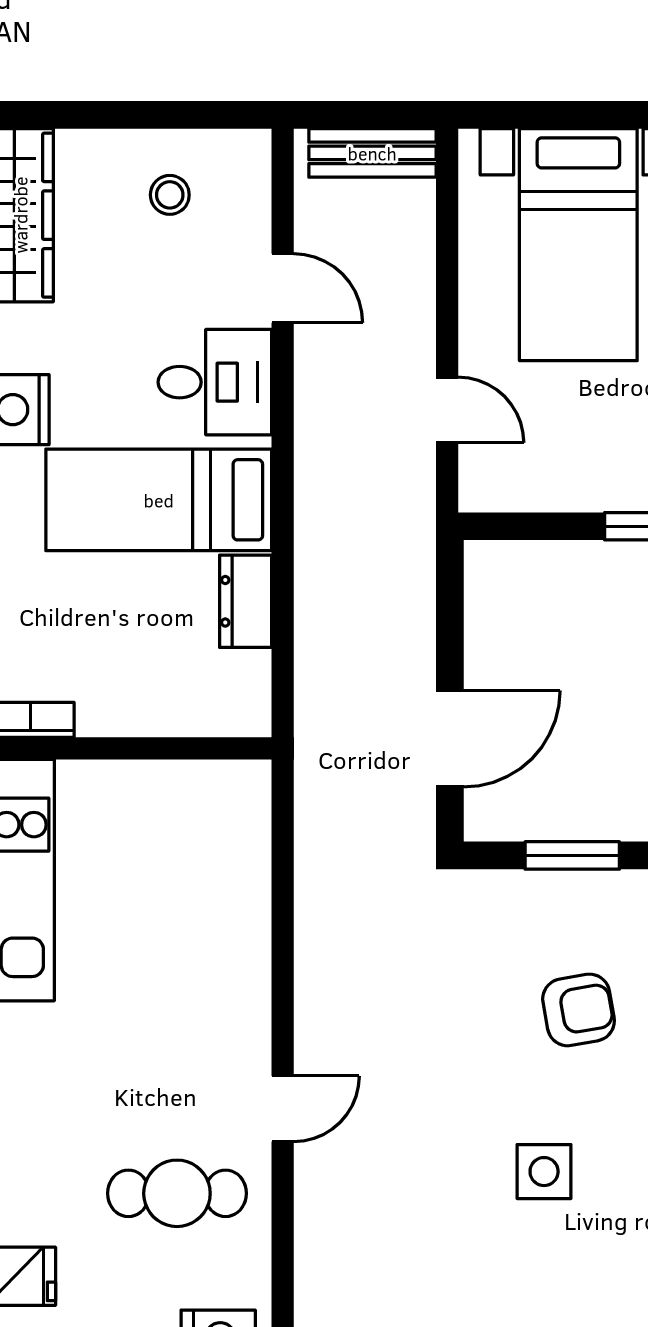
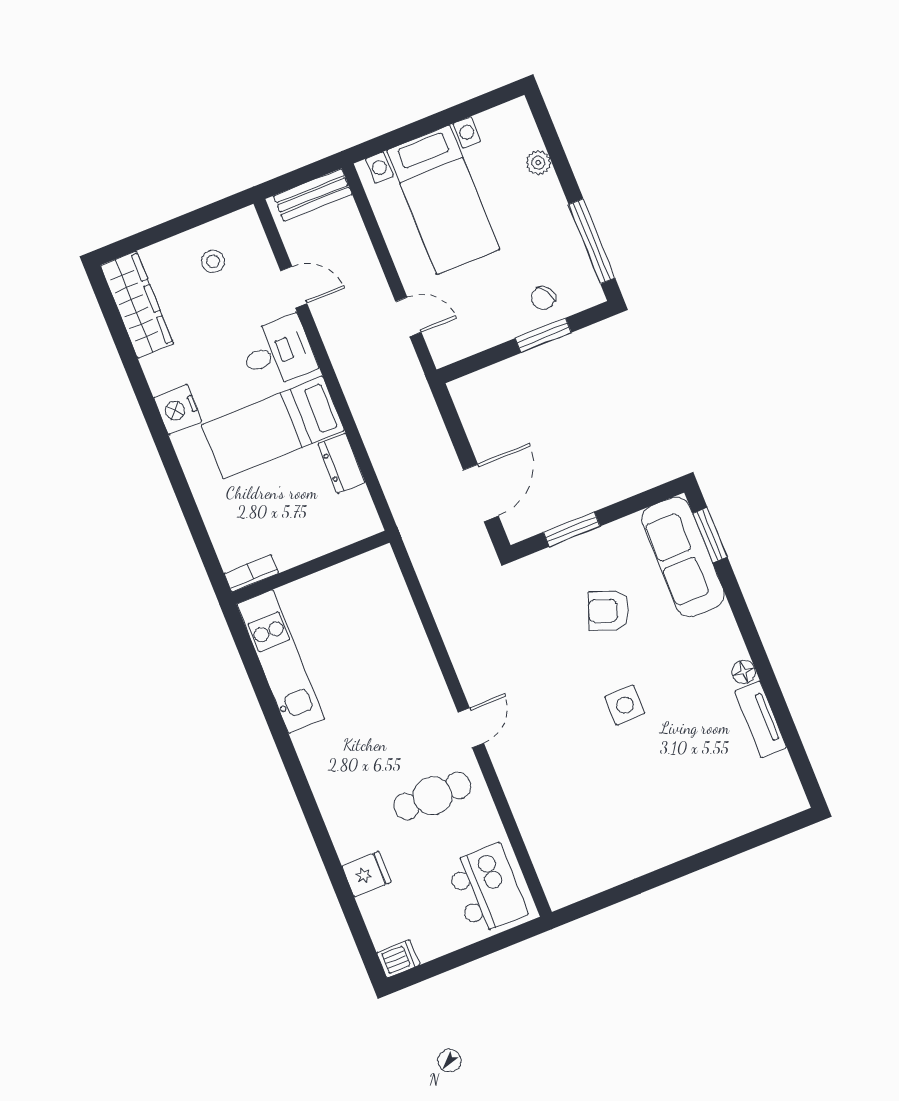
armchair: (579, 1010) -> (608, 611), turned -149

